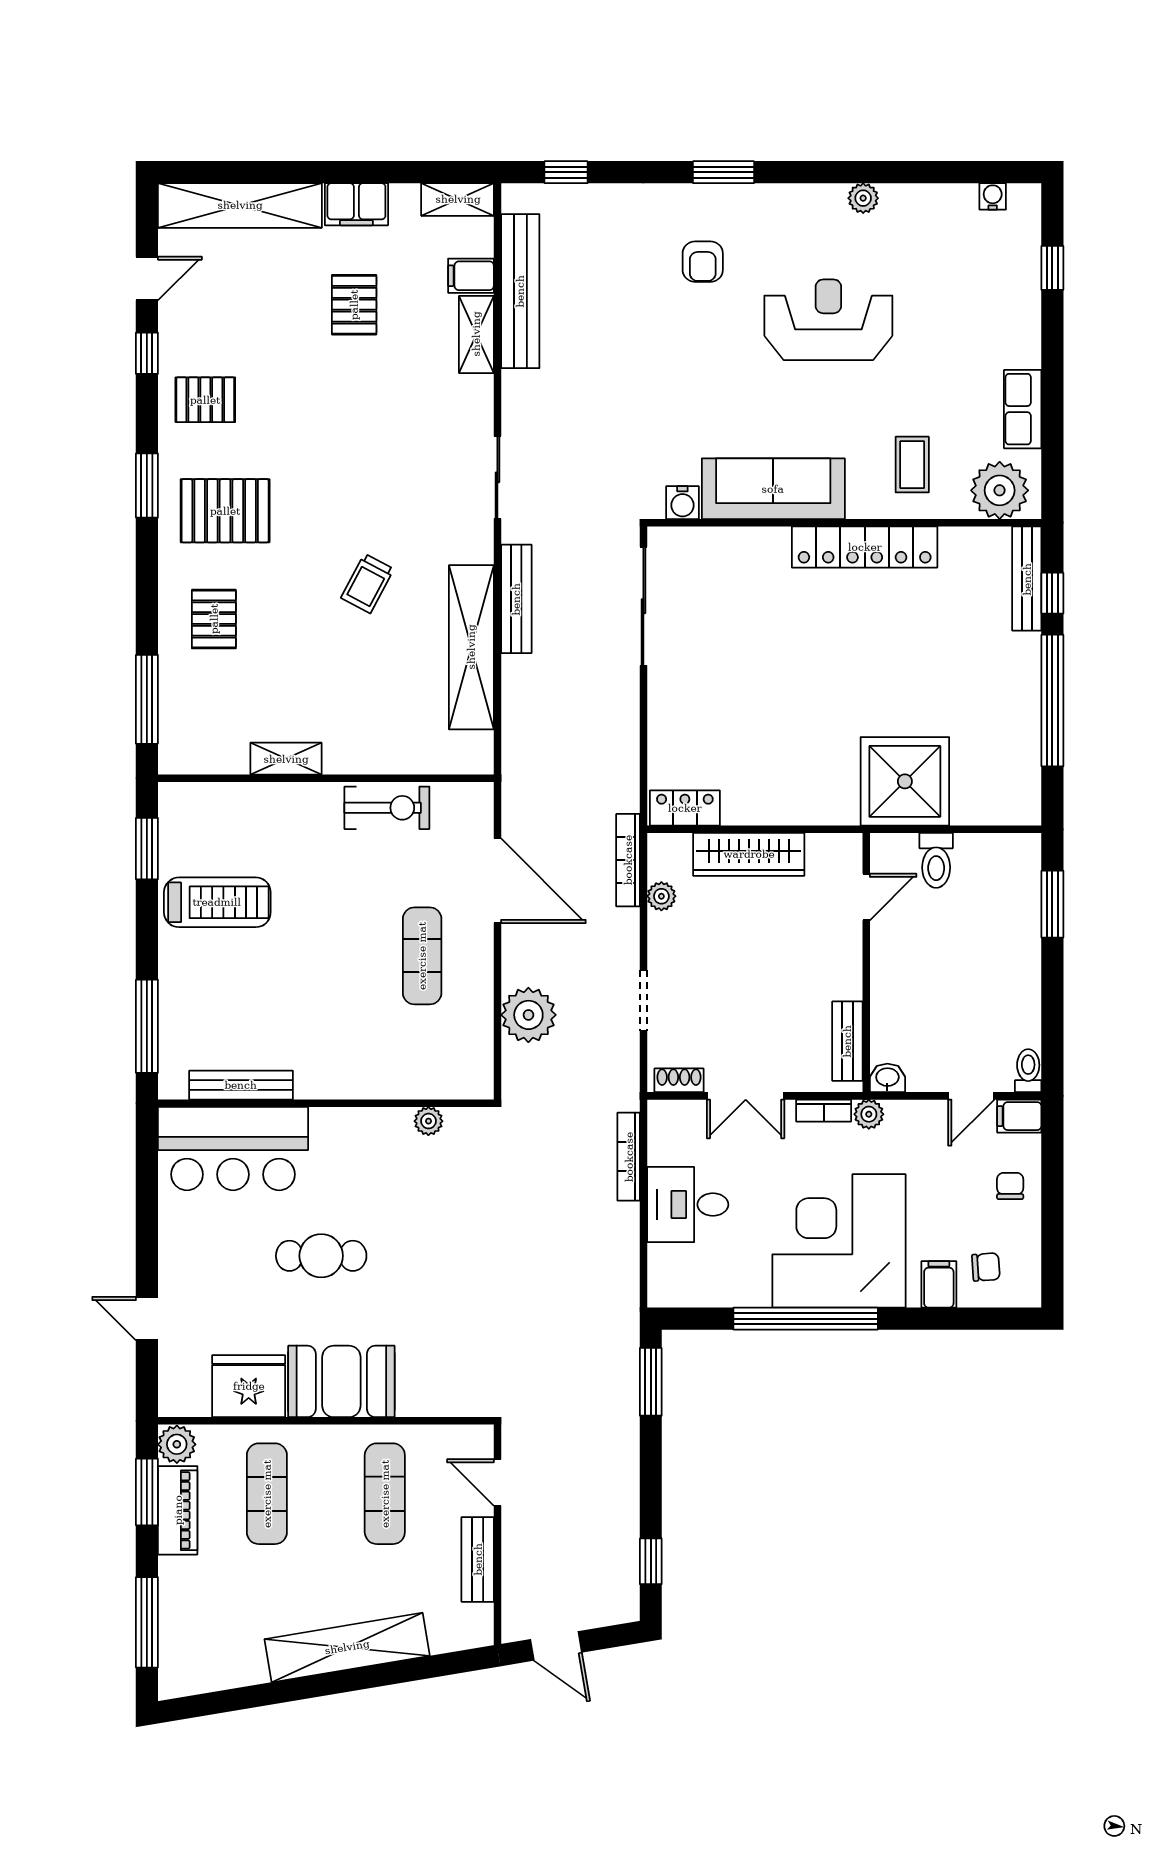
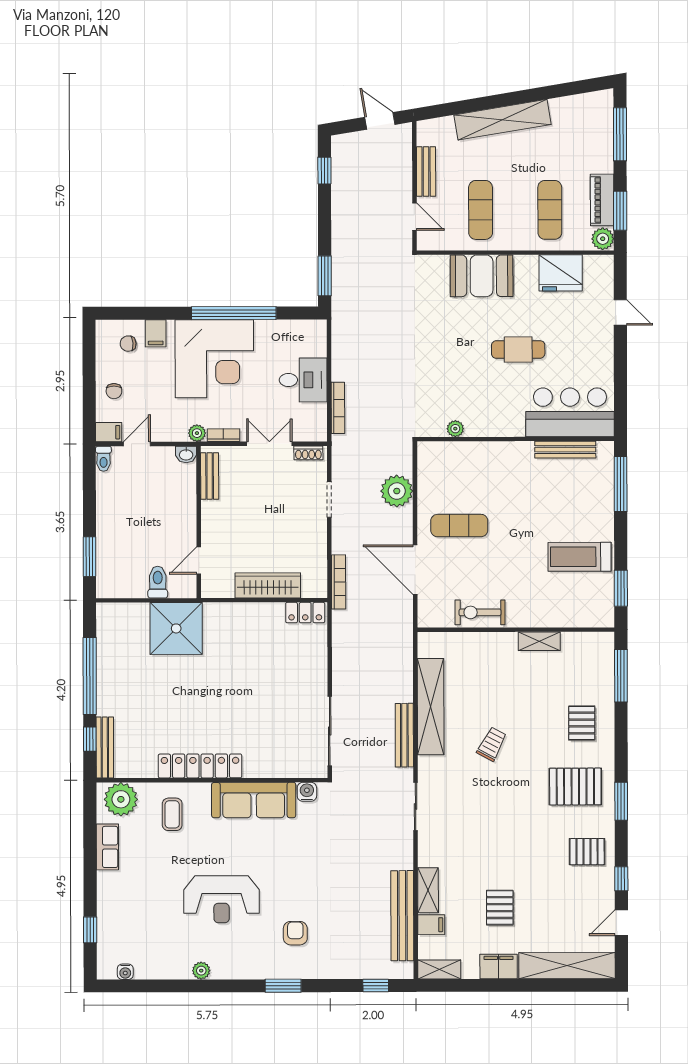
plant: (661, 896) -> (319, 561), removed
exercise mat: (422, 956) -> (459, 526), turned 90
booth: (341, 1381) -> (482, 276), moved

